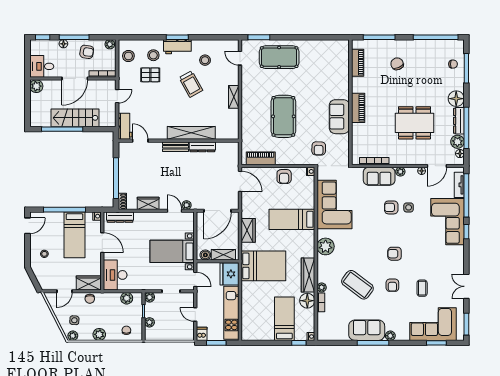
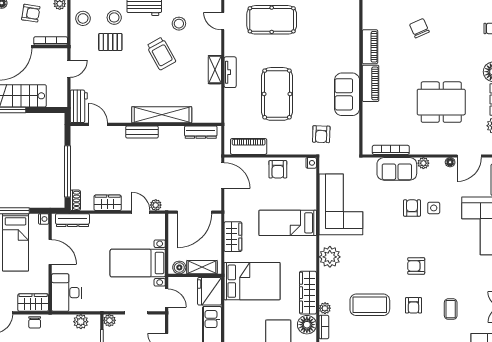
piano: (358, 63) -> (370, 47), moved
tv unit: (246, 99) -> (230, 72), added
dresser: (202, 147) -> (201, 132), moved
armchair: (391, 207) -> (412, 208), turned 90
coffee table: (357, 285) -> (370, 305), turned -37

